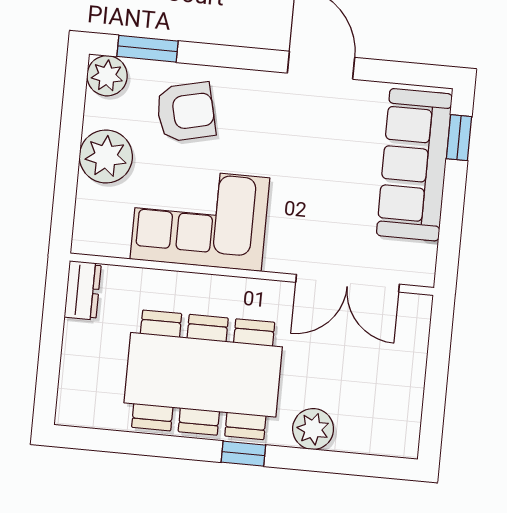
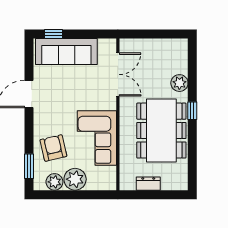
plant: (107, 76) -> (54, 182), moved
dresser: (83, 290) -> (148, 184), moved

